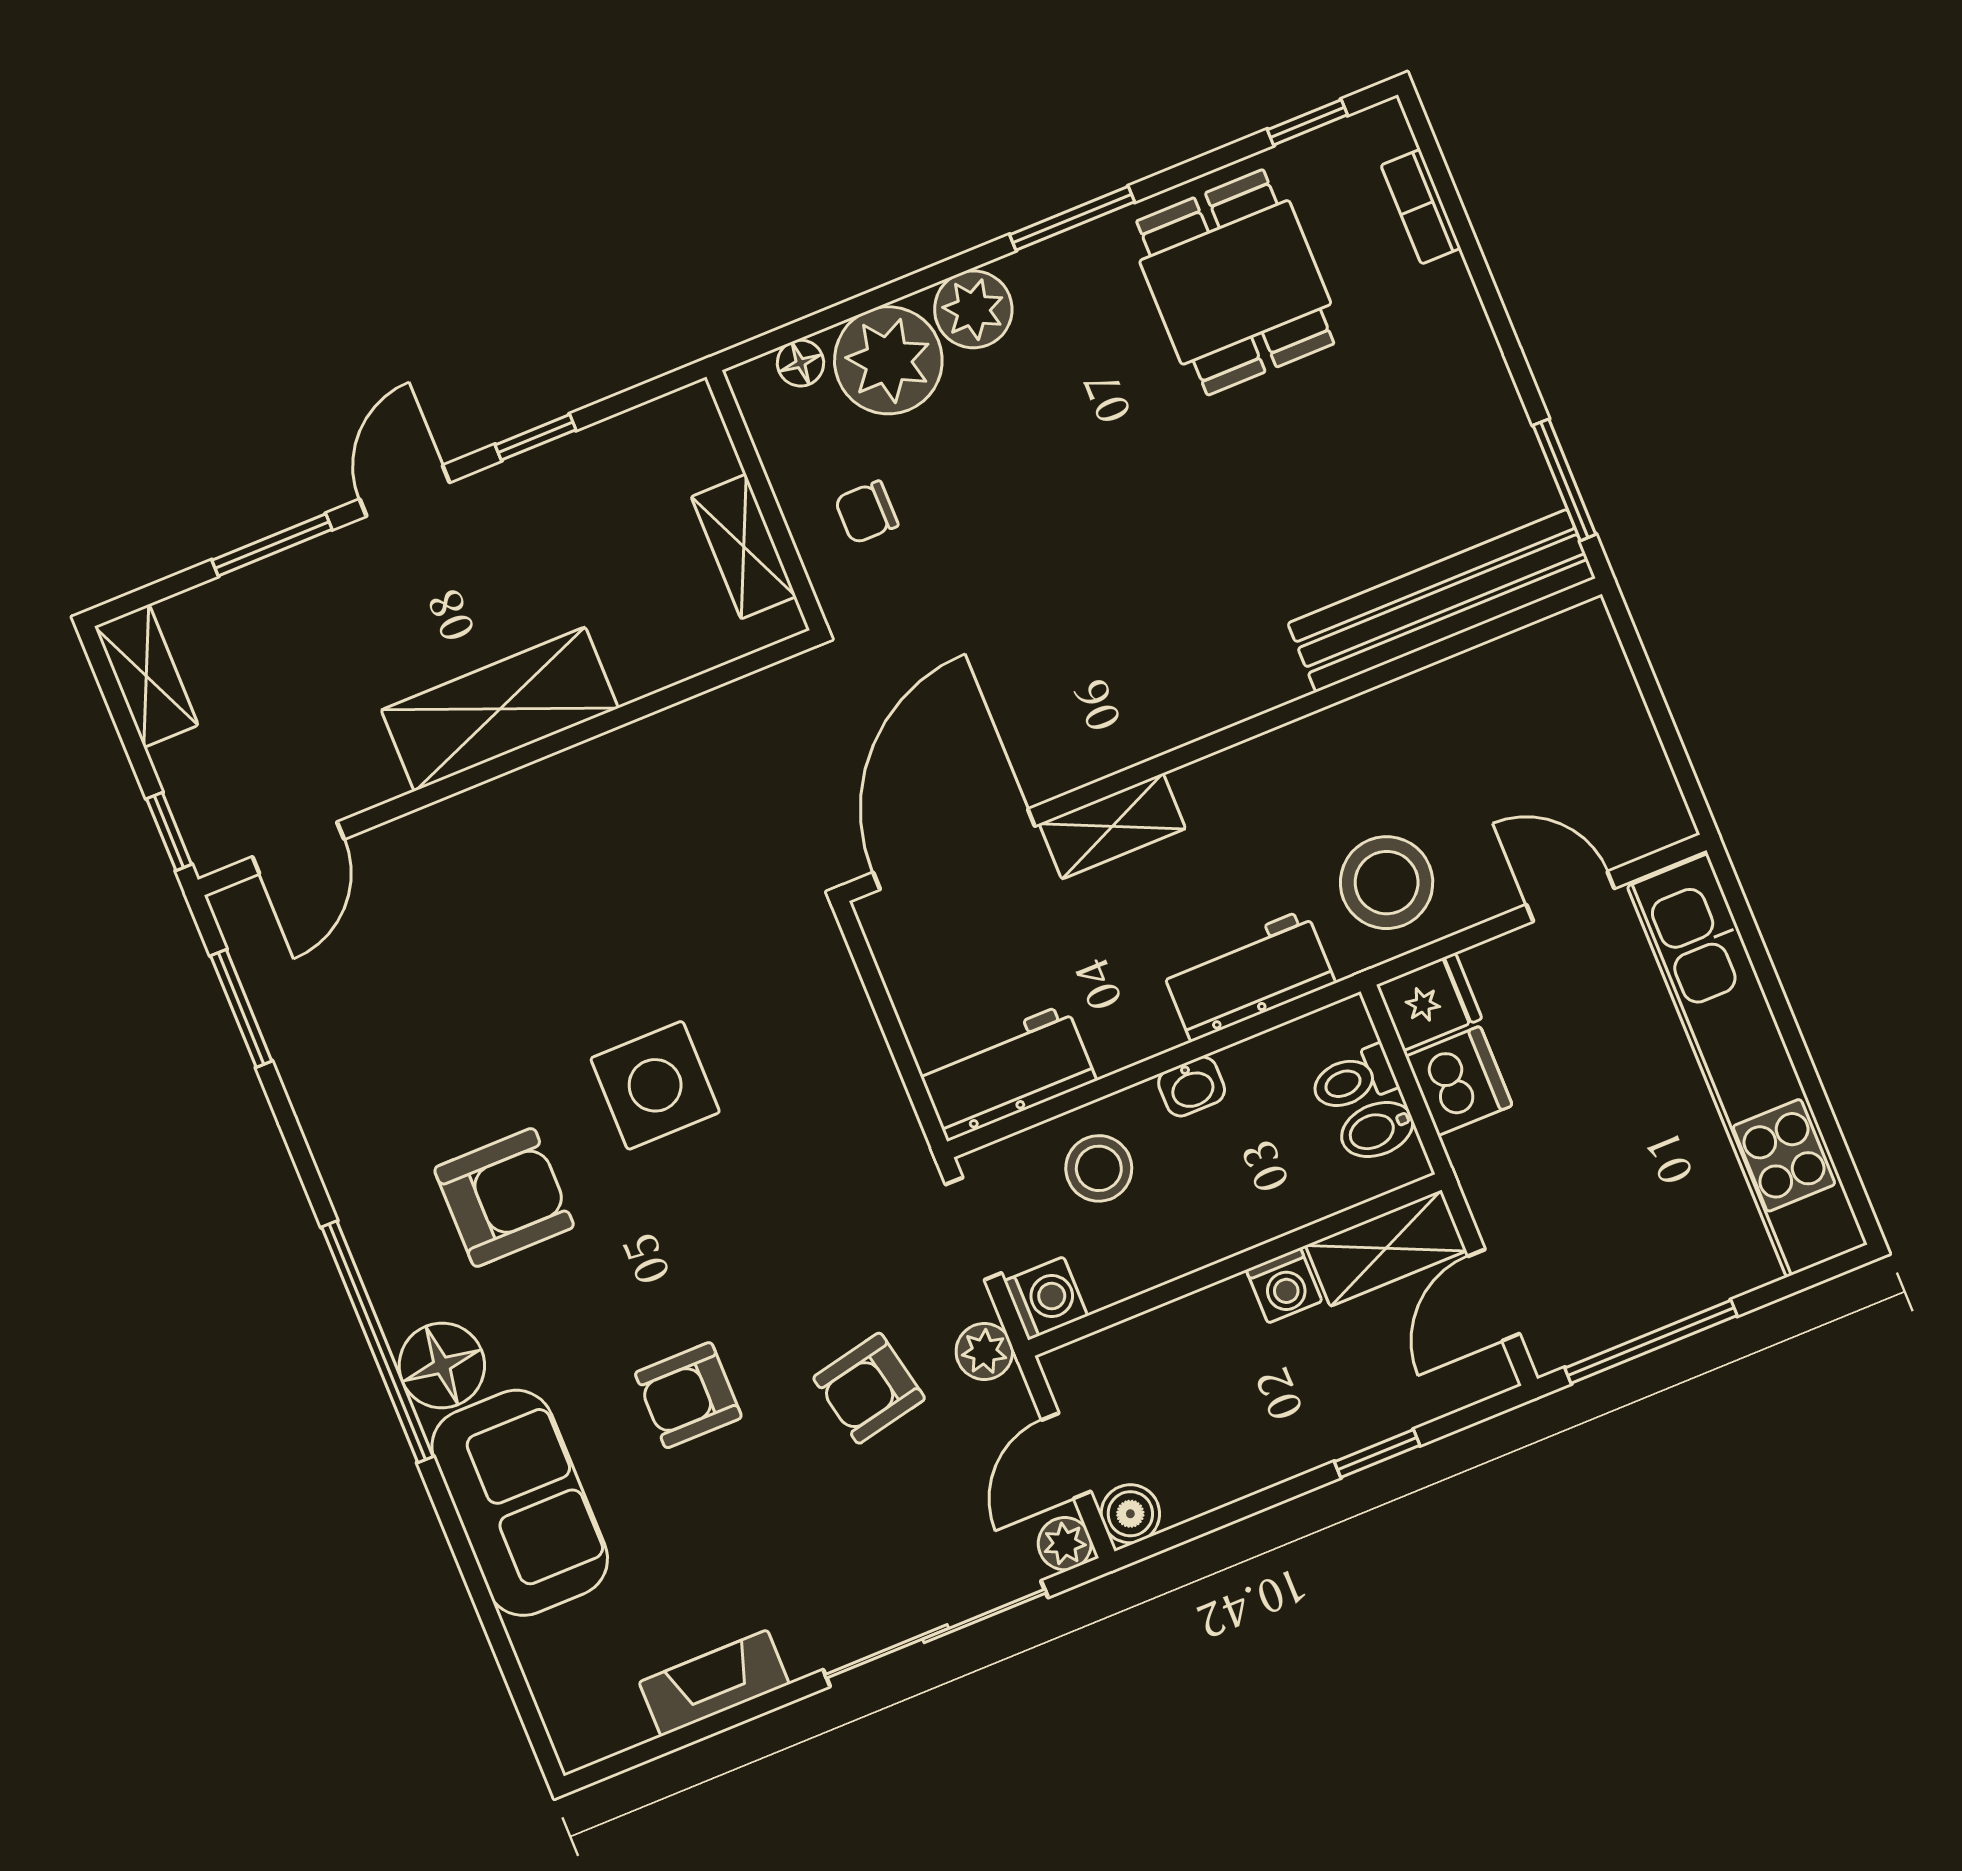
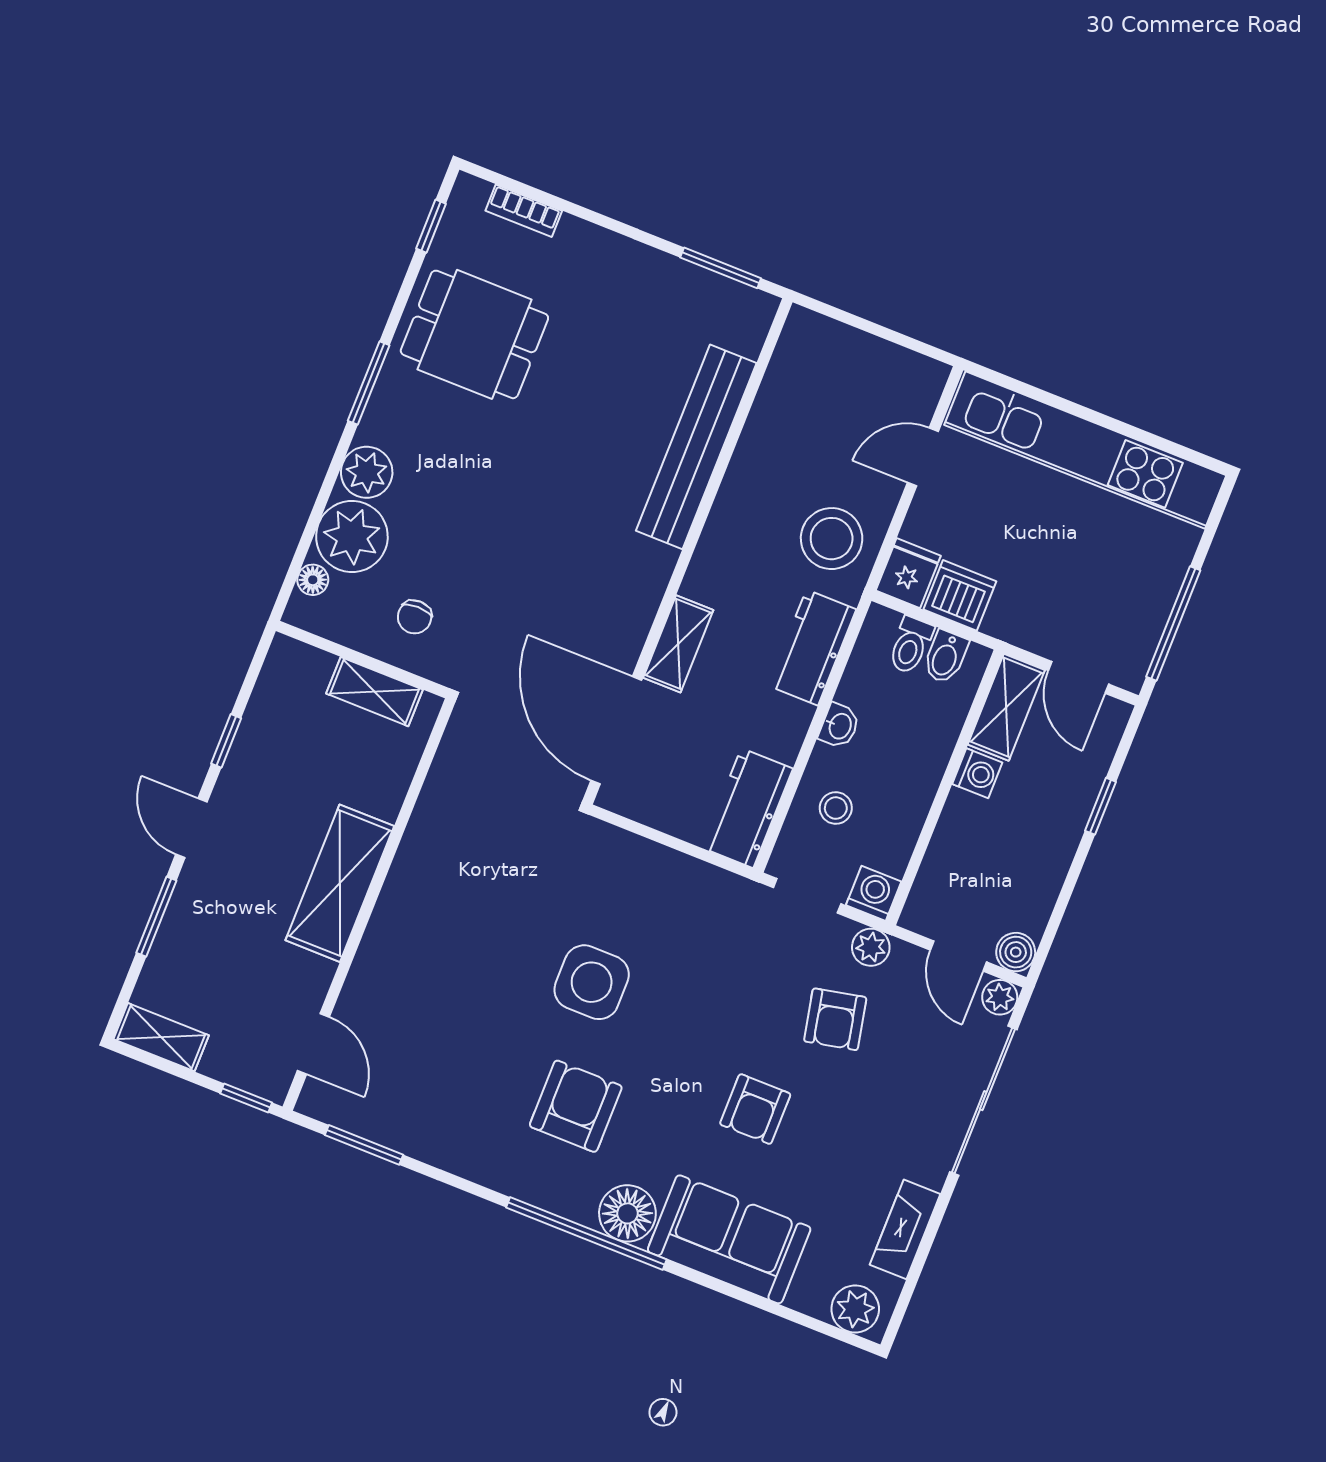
bench: (1442, 601) -> (696, 447), moved
stool: (1099, 1168) -> (836, 808), width x0.73, depth x0.73
plant: (576, 1712) -> (855, 1309), added

